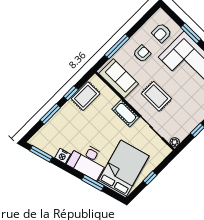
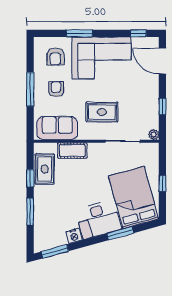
window: (117, 47) -> (30, 89), moved
cot: (126, 113) -> (72, 151), moved

